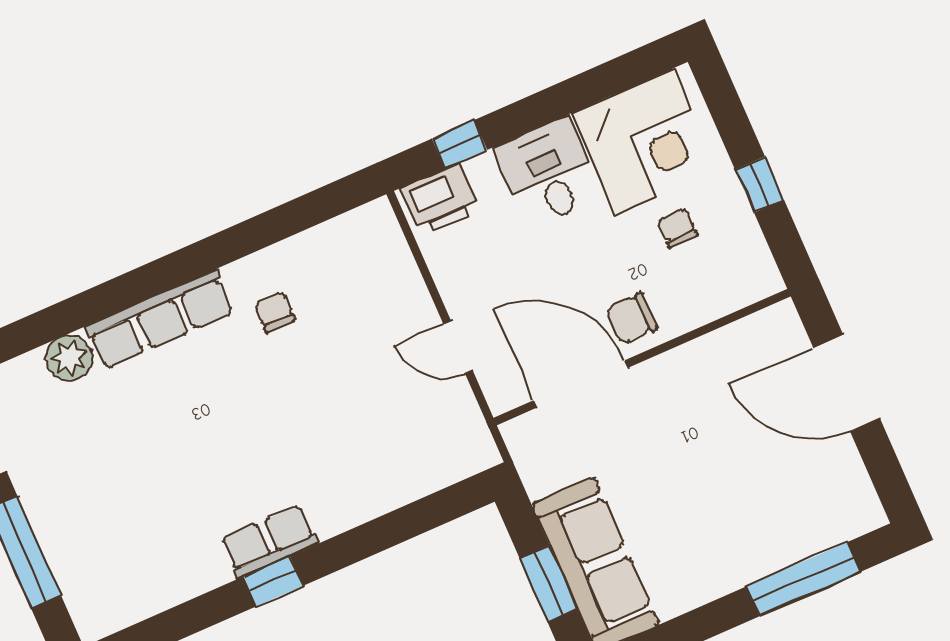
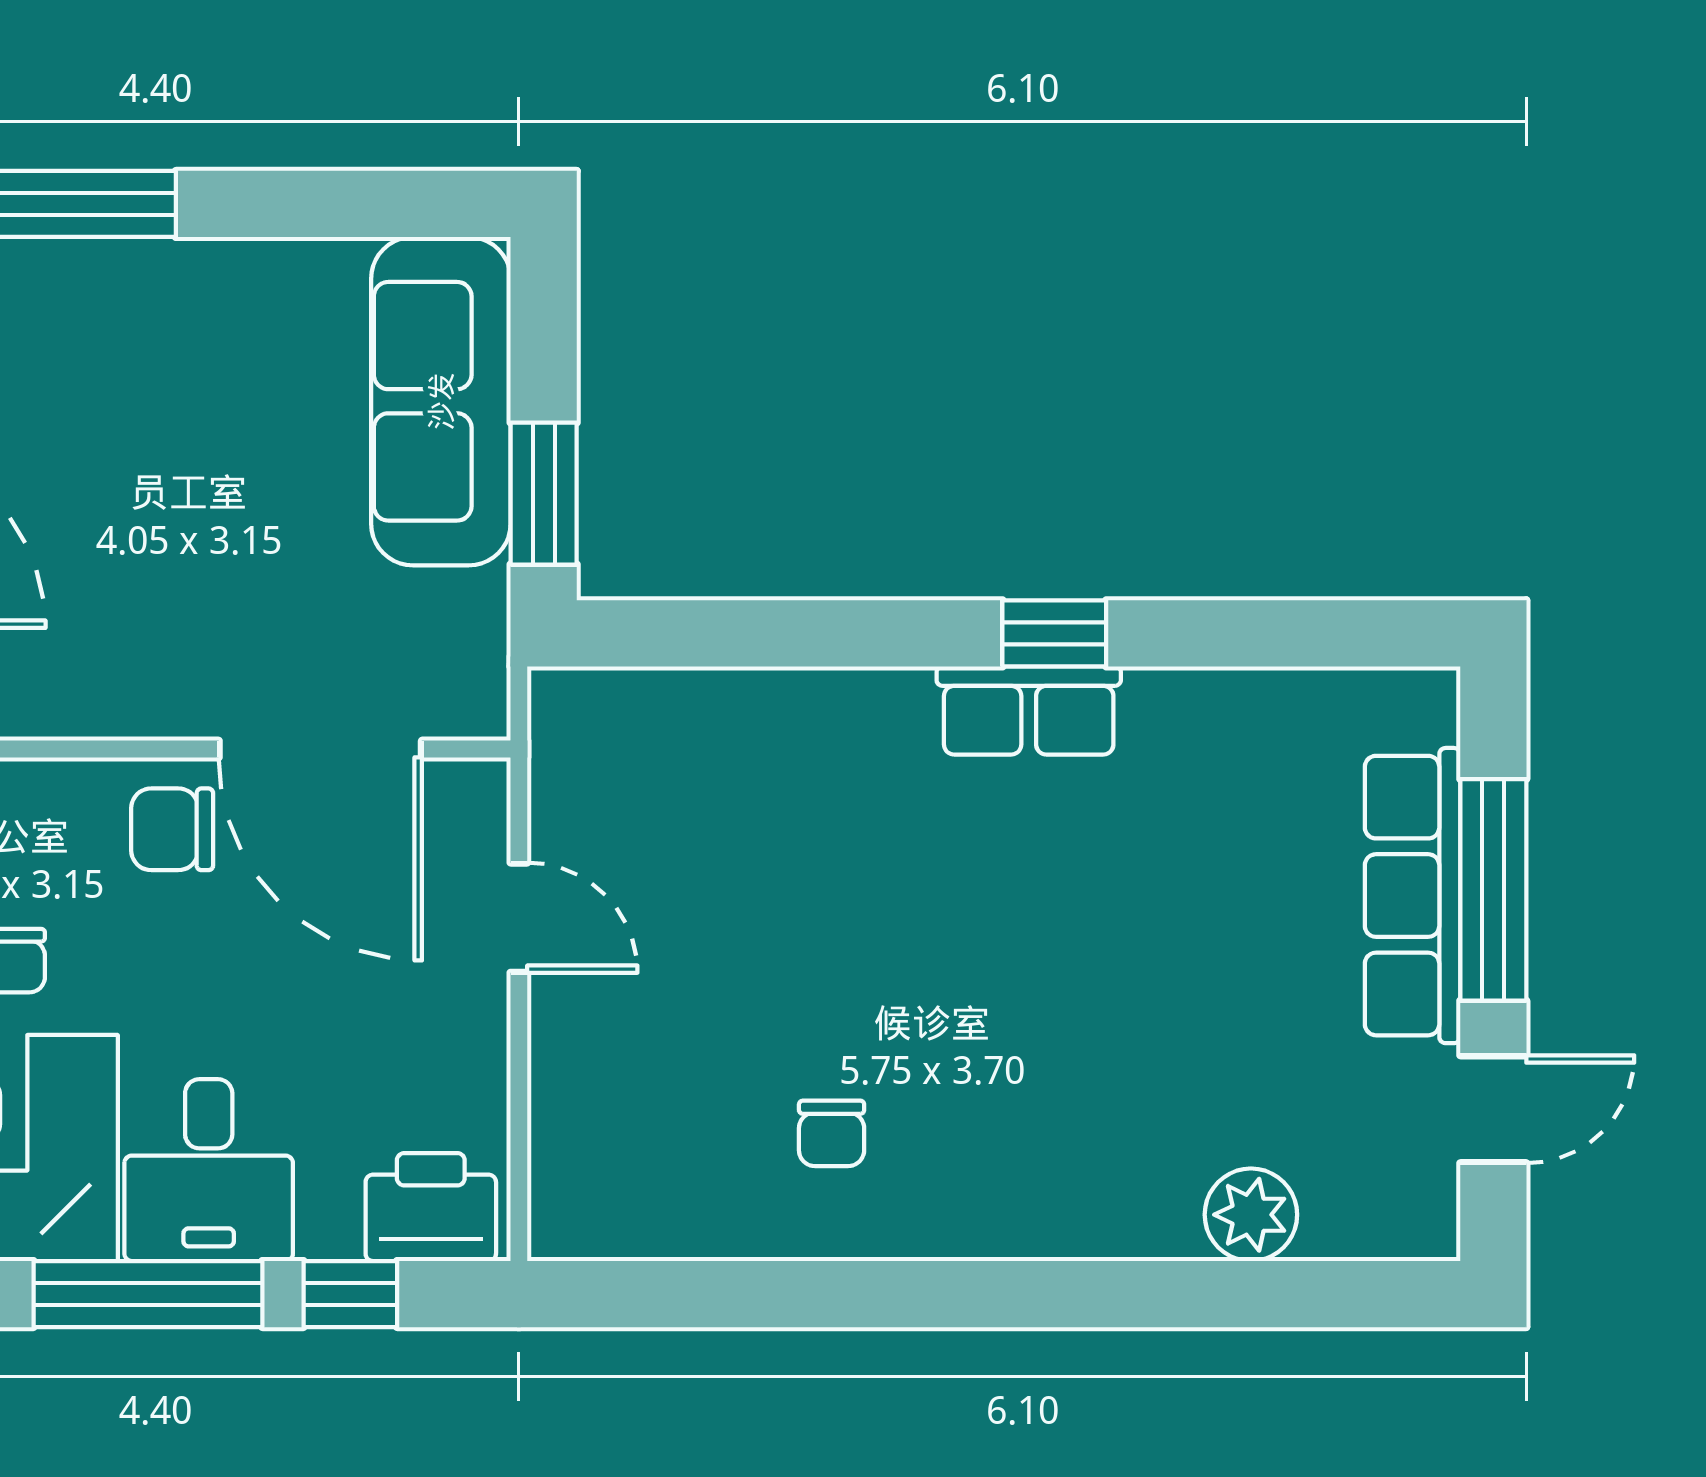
window: (551, 104) -> (148, 1294), added
chair: (632, 318) -> (172, 829), turned 180
row of seats: (160, 319) -> (1413, 896), moved, turned -90
window: (549, 584) -> (544, 494), moved

